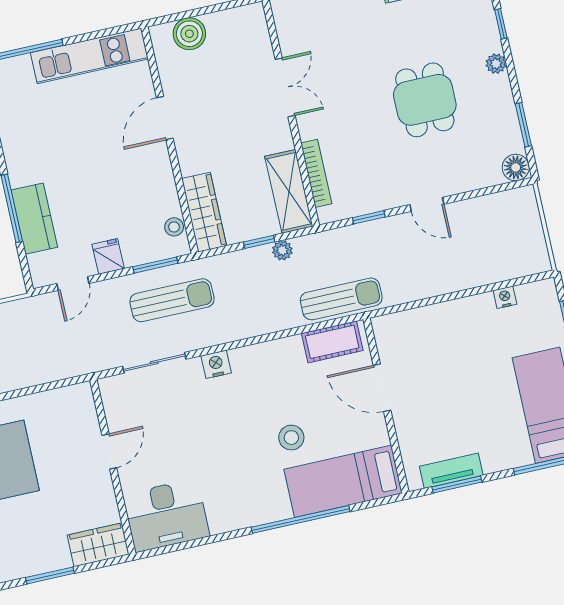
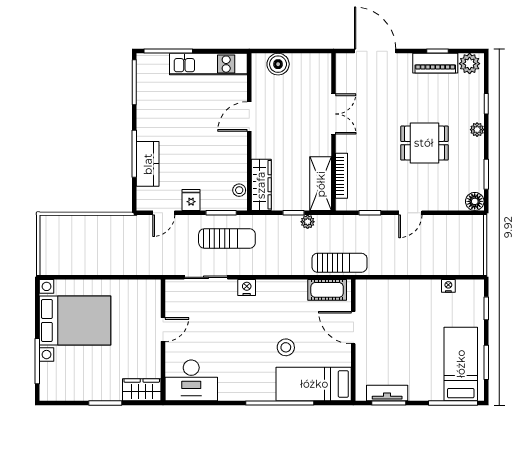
dining table: (425, 100) -> (424, 143), turned 90
door: (427, 204) -> (410, 213), hinge flipped

